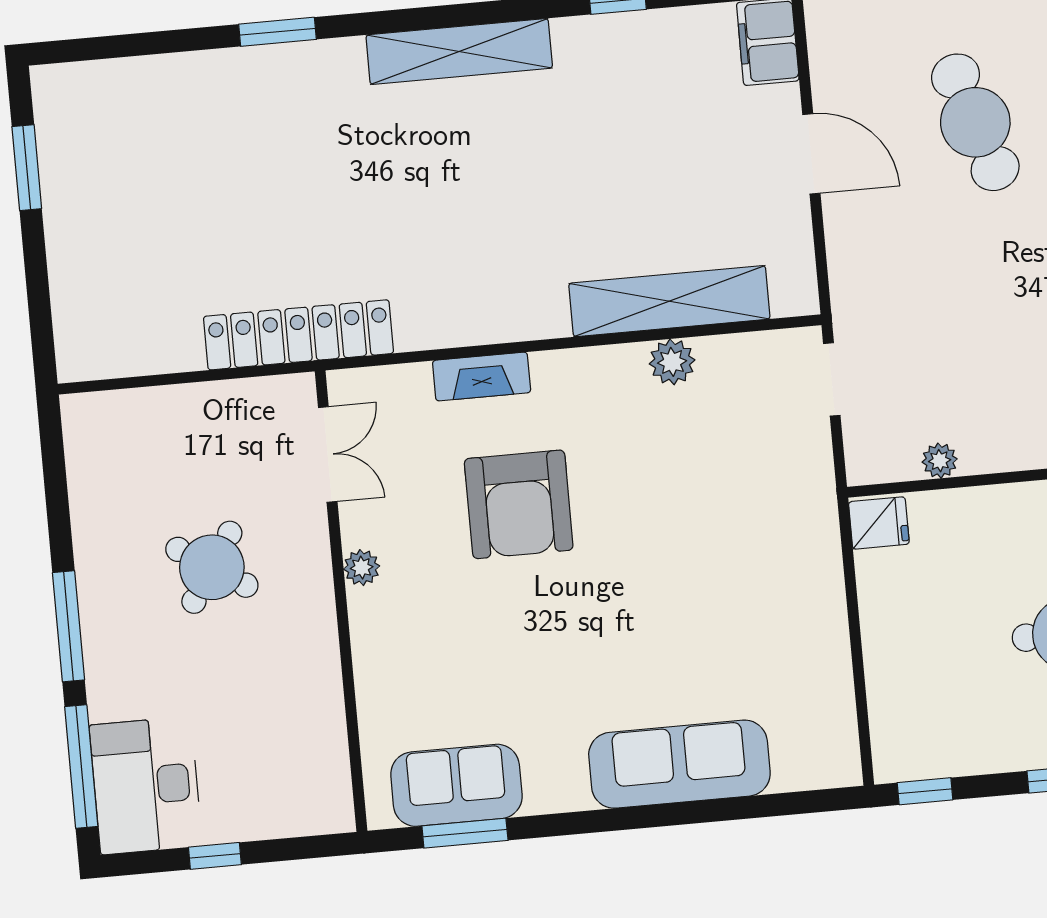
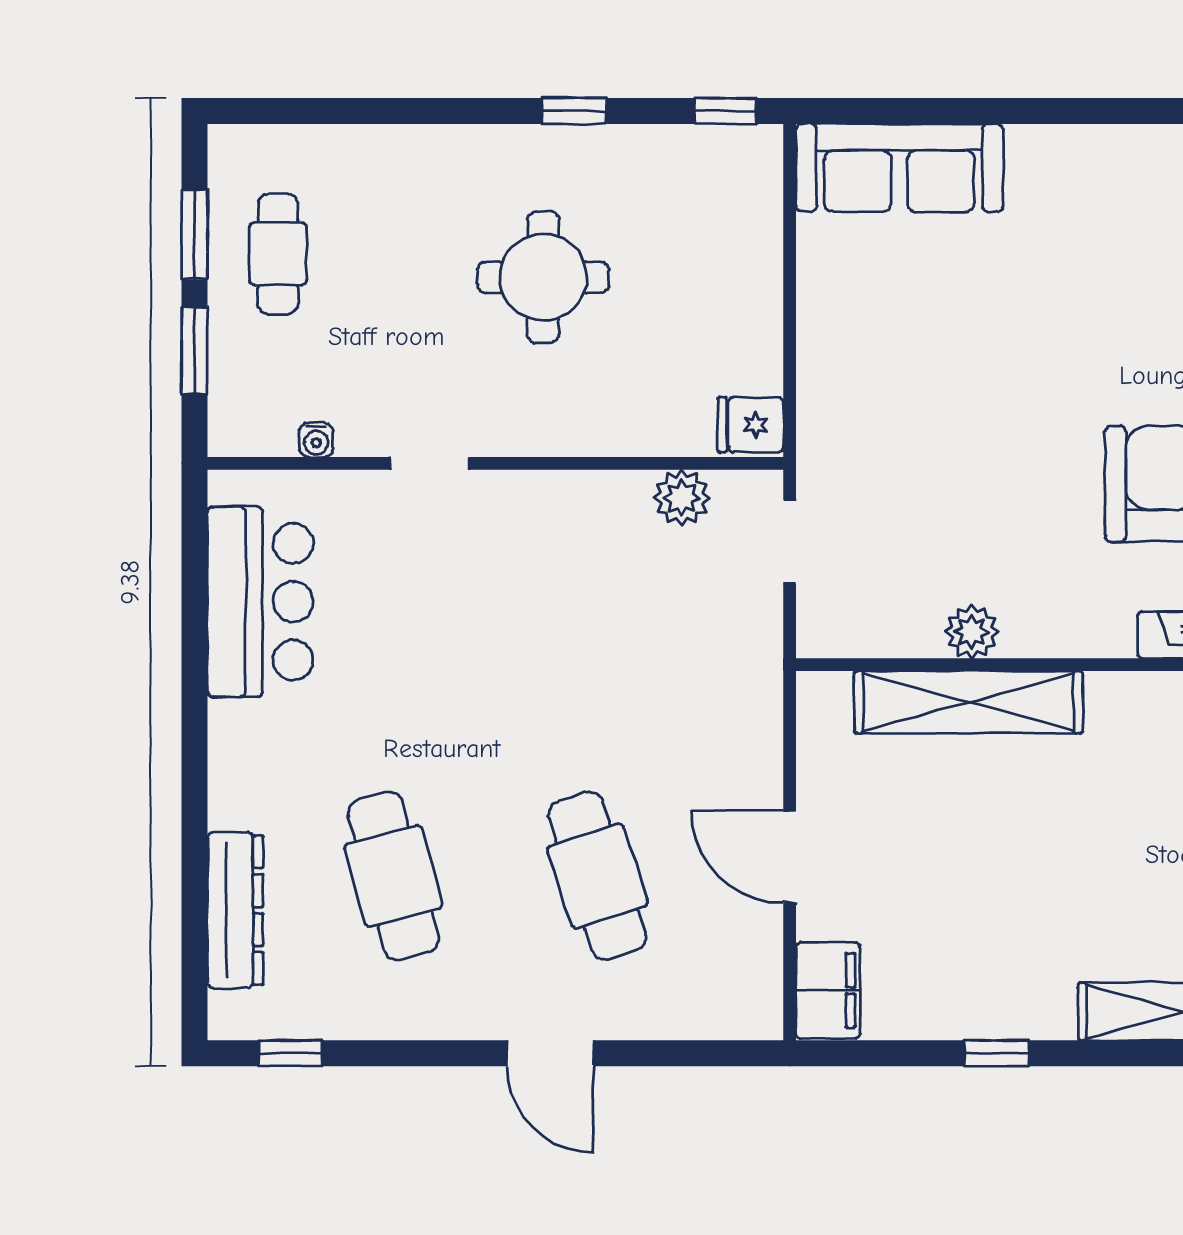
doorway: (832, 379) -> (790, 542), moved
plant: (940, 461) -> (682, 498), width x1.38, depth x1.38
sofa: (679, 764) -> (899, 168), moved

